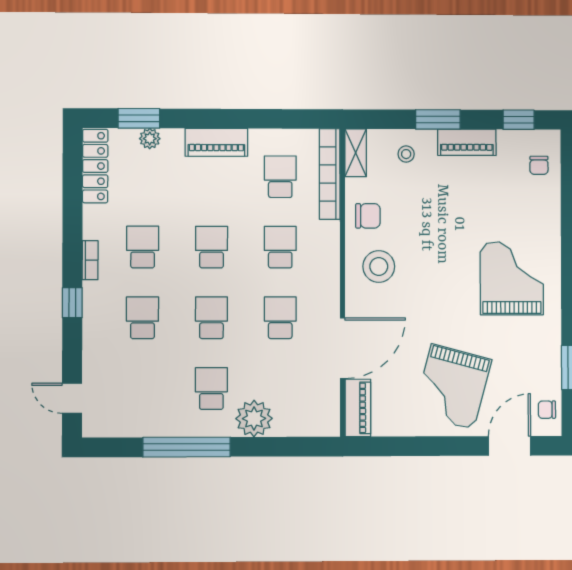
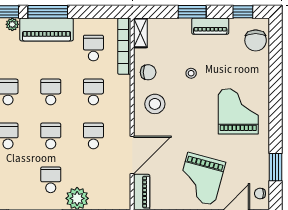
window: (207, 119) -> (48, 12), added
piano: (216, 142) -> (47, 29), width x1.37, depth x1.33
stool: (406, 154) -> (191, 73), moved
chair: (539, 165) -> (256, 40), width x1.87, depth x1.87

